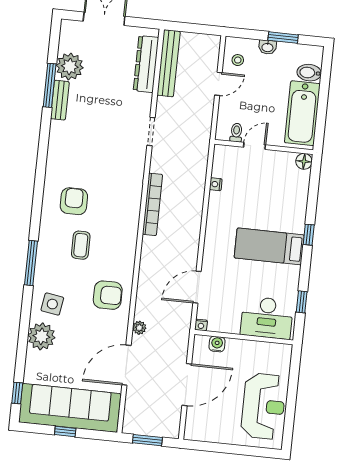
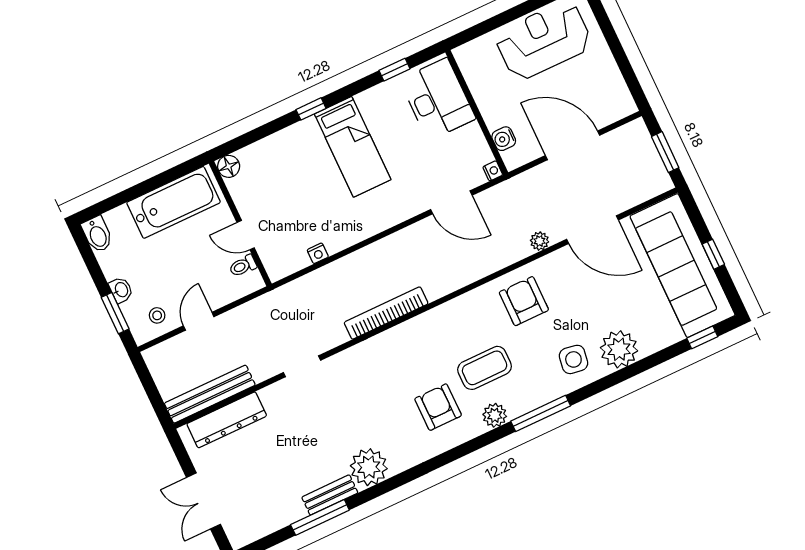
window: (283, 38) -> (115, 313), moved
plant: (70, 66) -> (369, 467), moved
bidet: (309, 73) -> (97, 234), moved
door: (218, 84) -> (199, 321), hinge flipped
armchair: (74, 201) -> (438, 407), turned 90
plant: (47, 234) -> (495, 415), added
coffee table: (81, 245) -> (485, 368), width x1.36, depth x1.30

